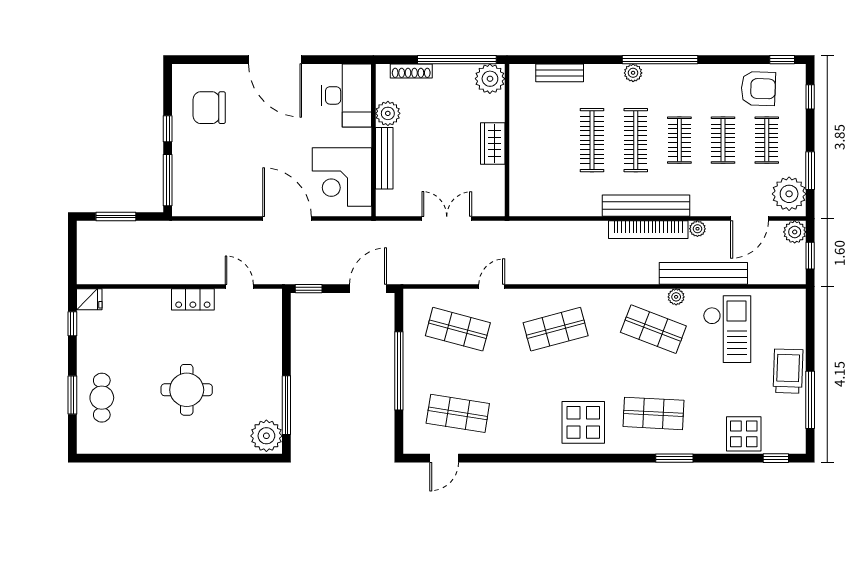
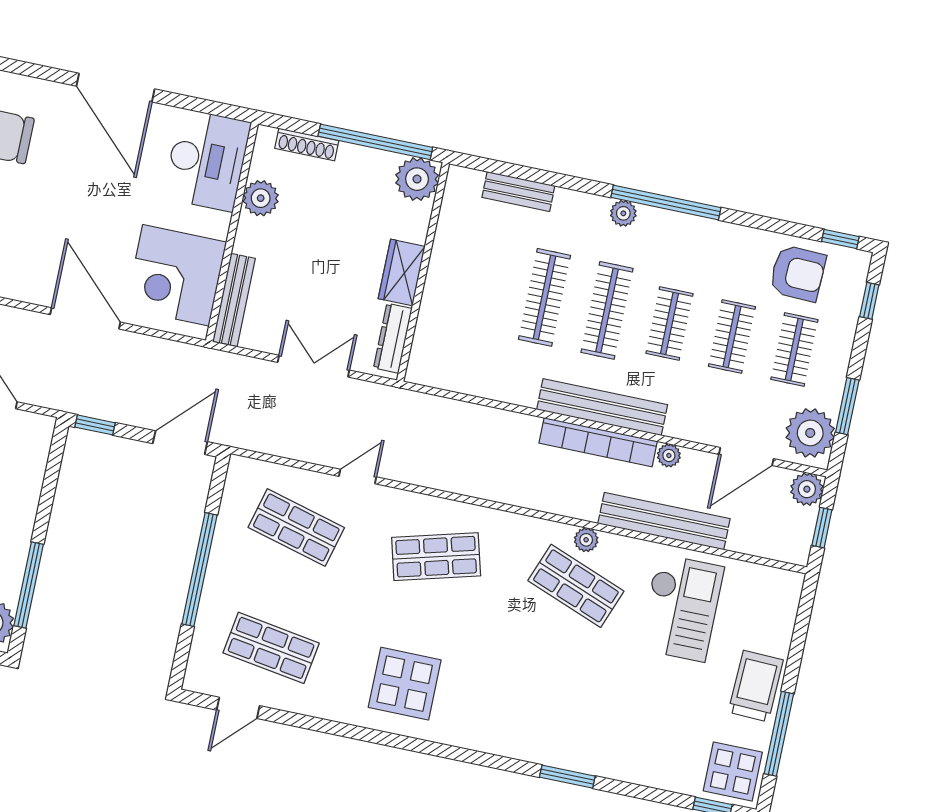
bench: (384, 158) -> (234, 300), moved
dresser: (496, 189) -> (393, 338), added
plant: (676, 297) -> (586, 540), moved
shop shelf: (653, 413) -> (551, 706), removed
display table: (583, 422) -> (405, 684), moved
display table: (744, 434) -> (733, 772), moved

